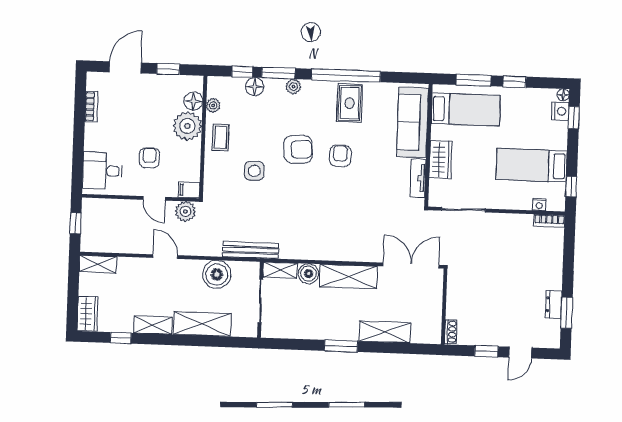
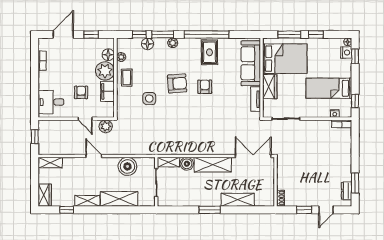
bed: (466, 109) -> (285, 59), width x1.50
filing cabinet: (189, 190) -> (107, 91), moved, width x2.00
bench: (250, 250) -> (149, 150), removed
dresser: (554, 304) -> (347, 191), moved

